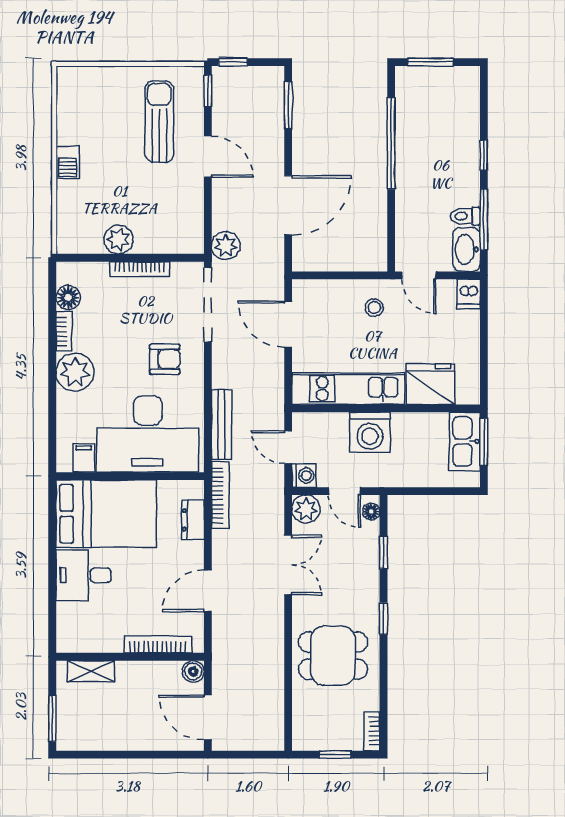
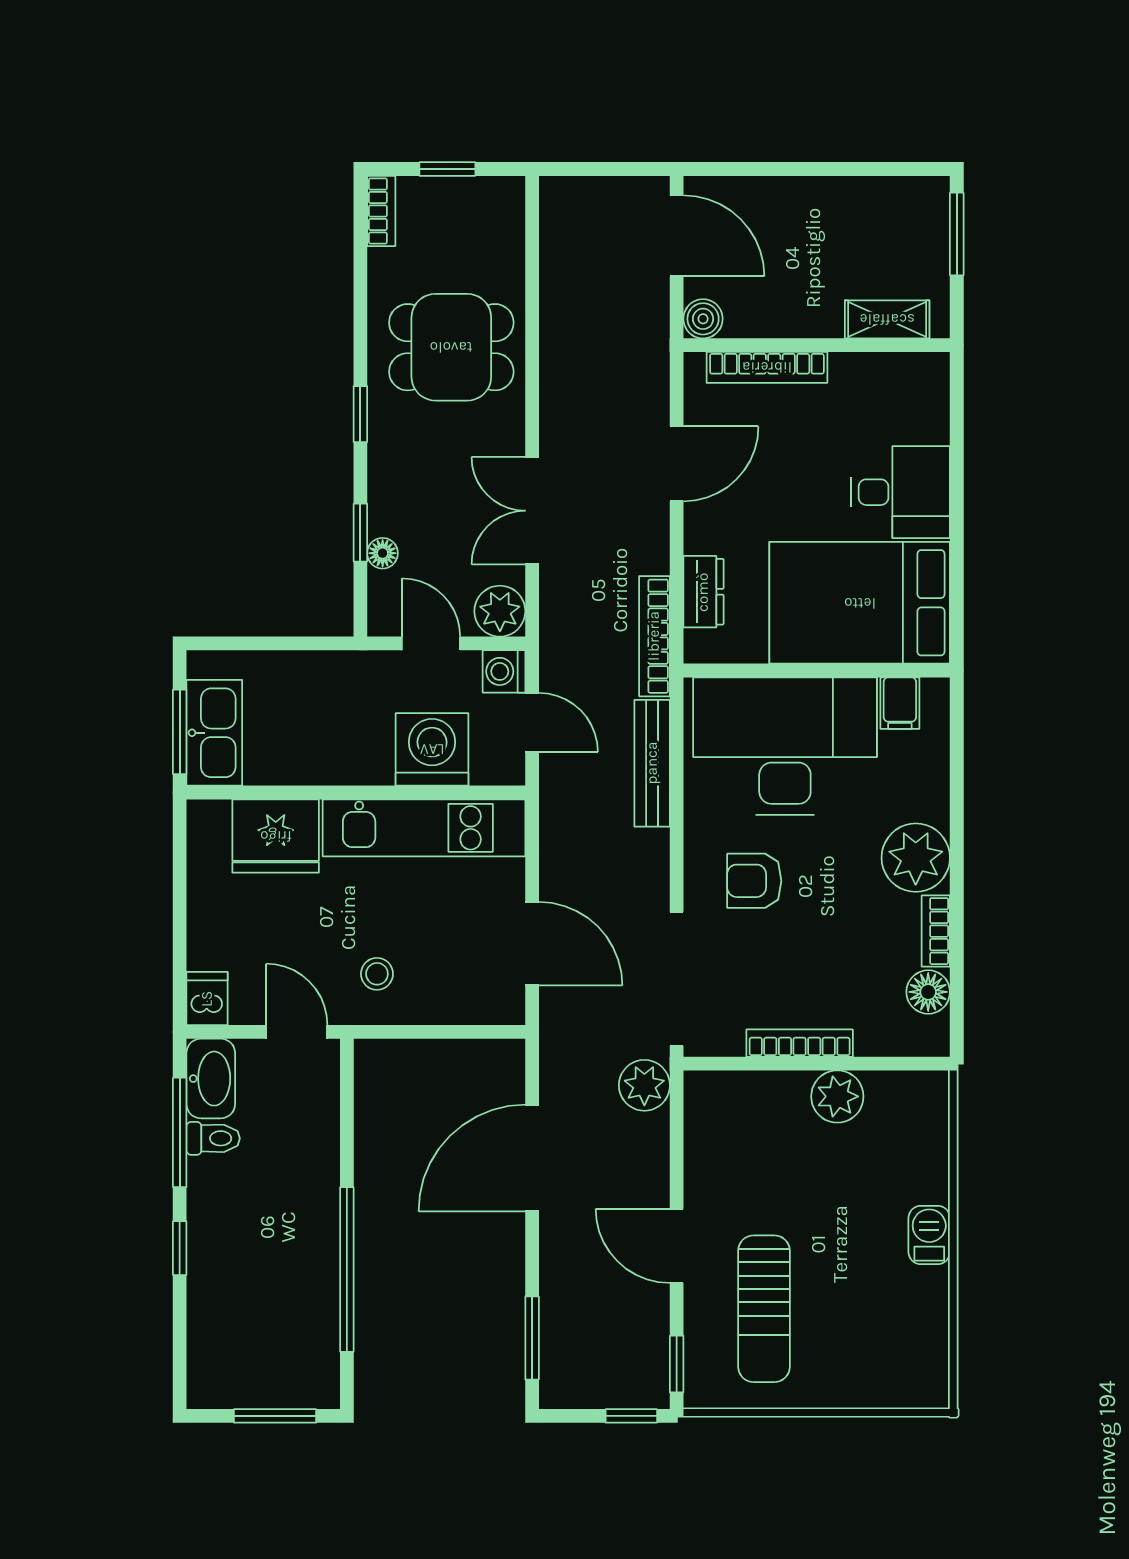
washing machine: (370, 432) -> (432, 749), moved
floor lamp: (371, 512) -> (383, 553), moved

